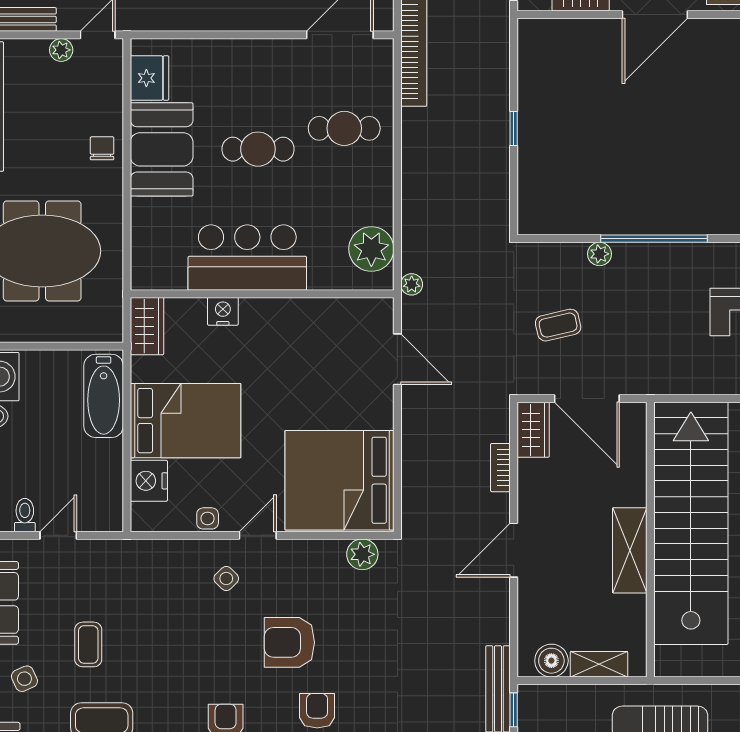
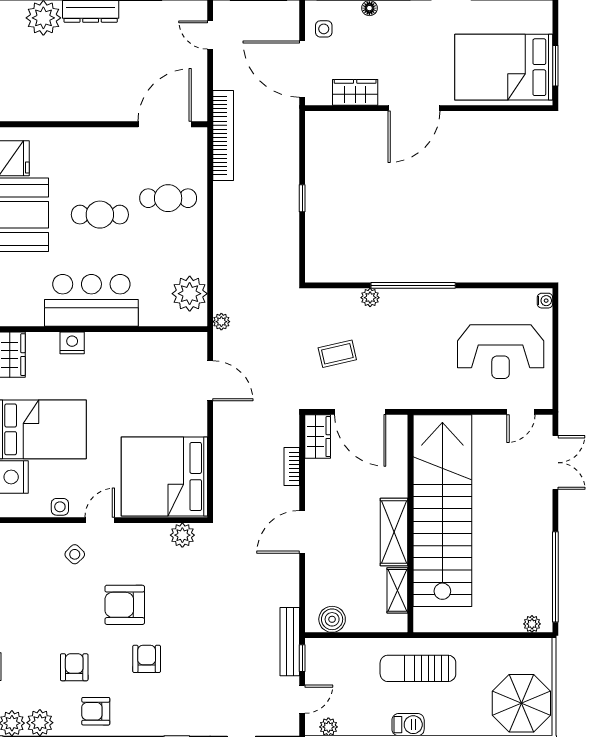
shelving: (599, 664) -> (397, 590), moved, turned 90

